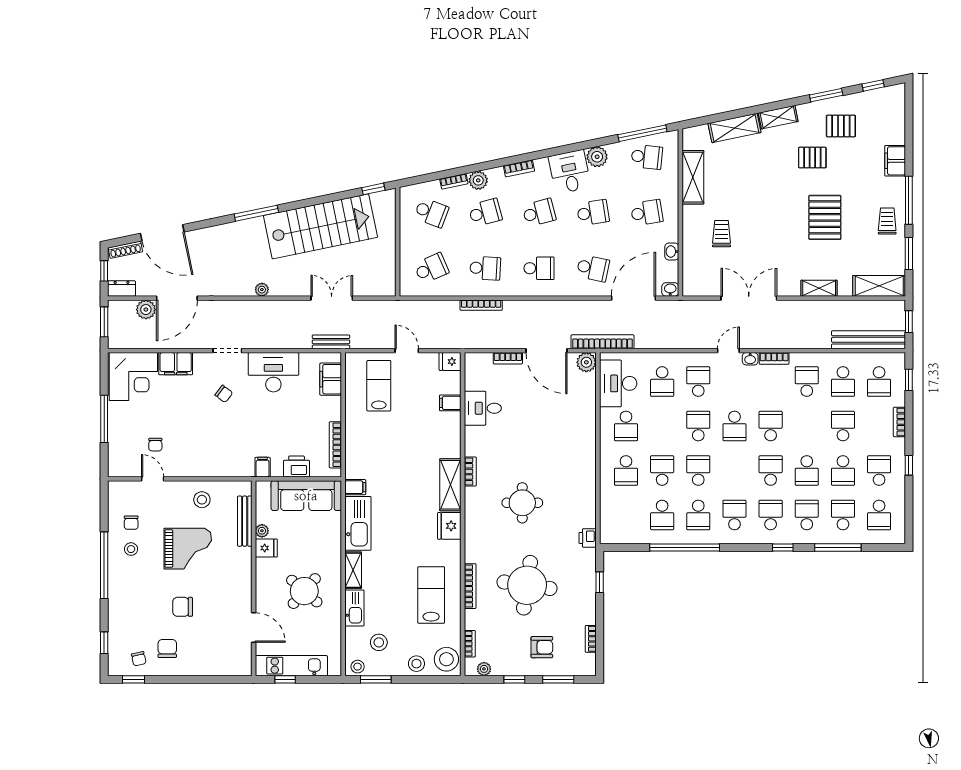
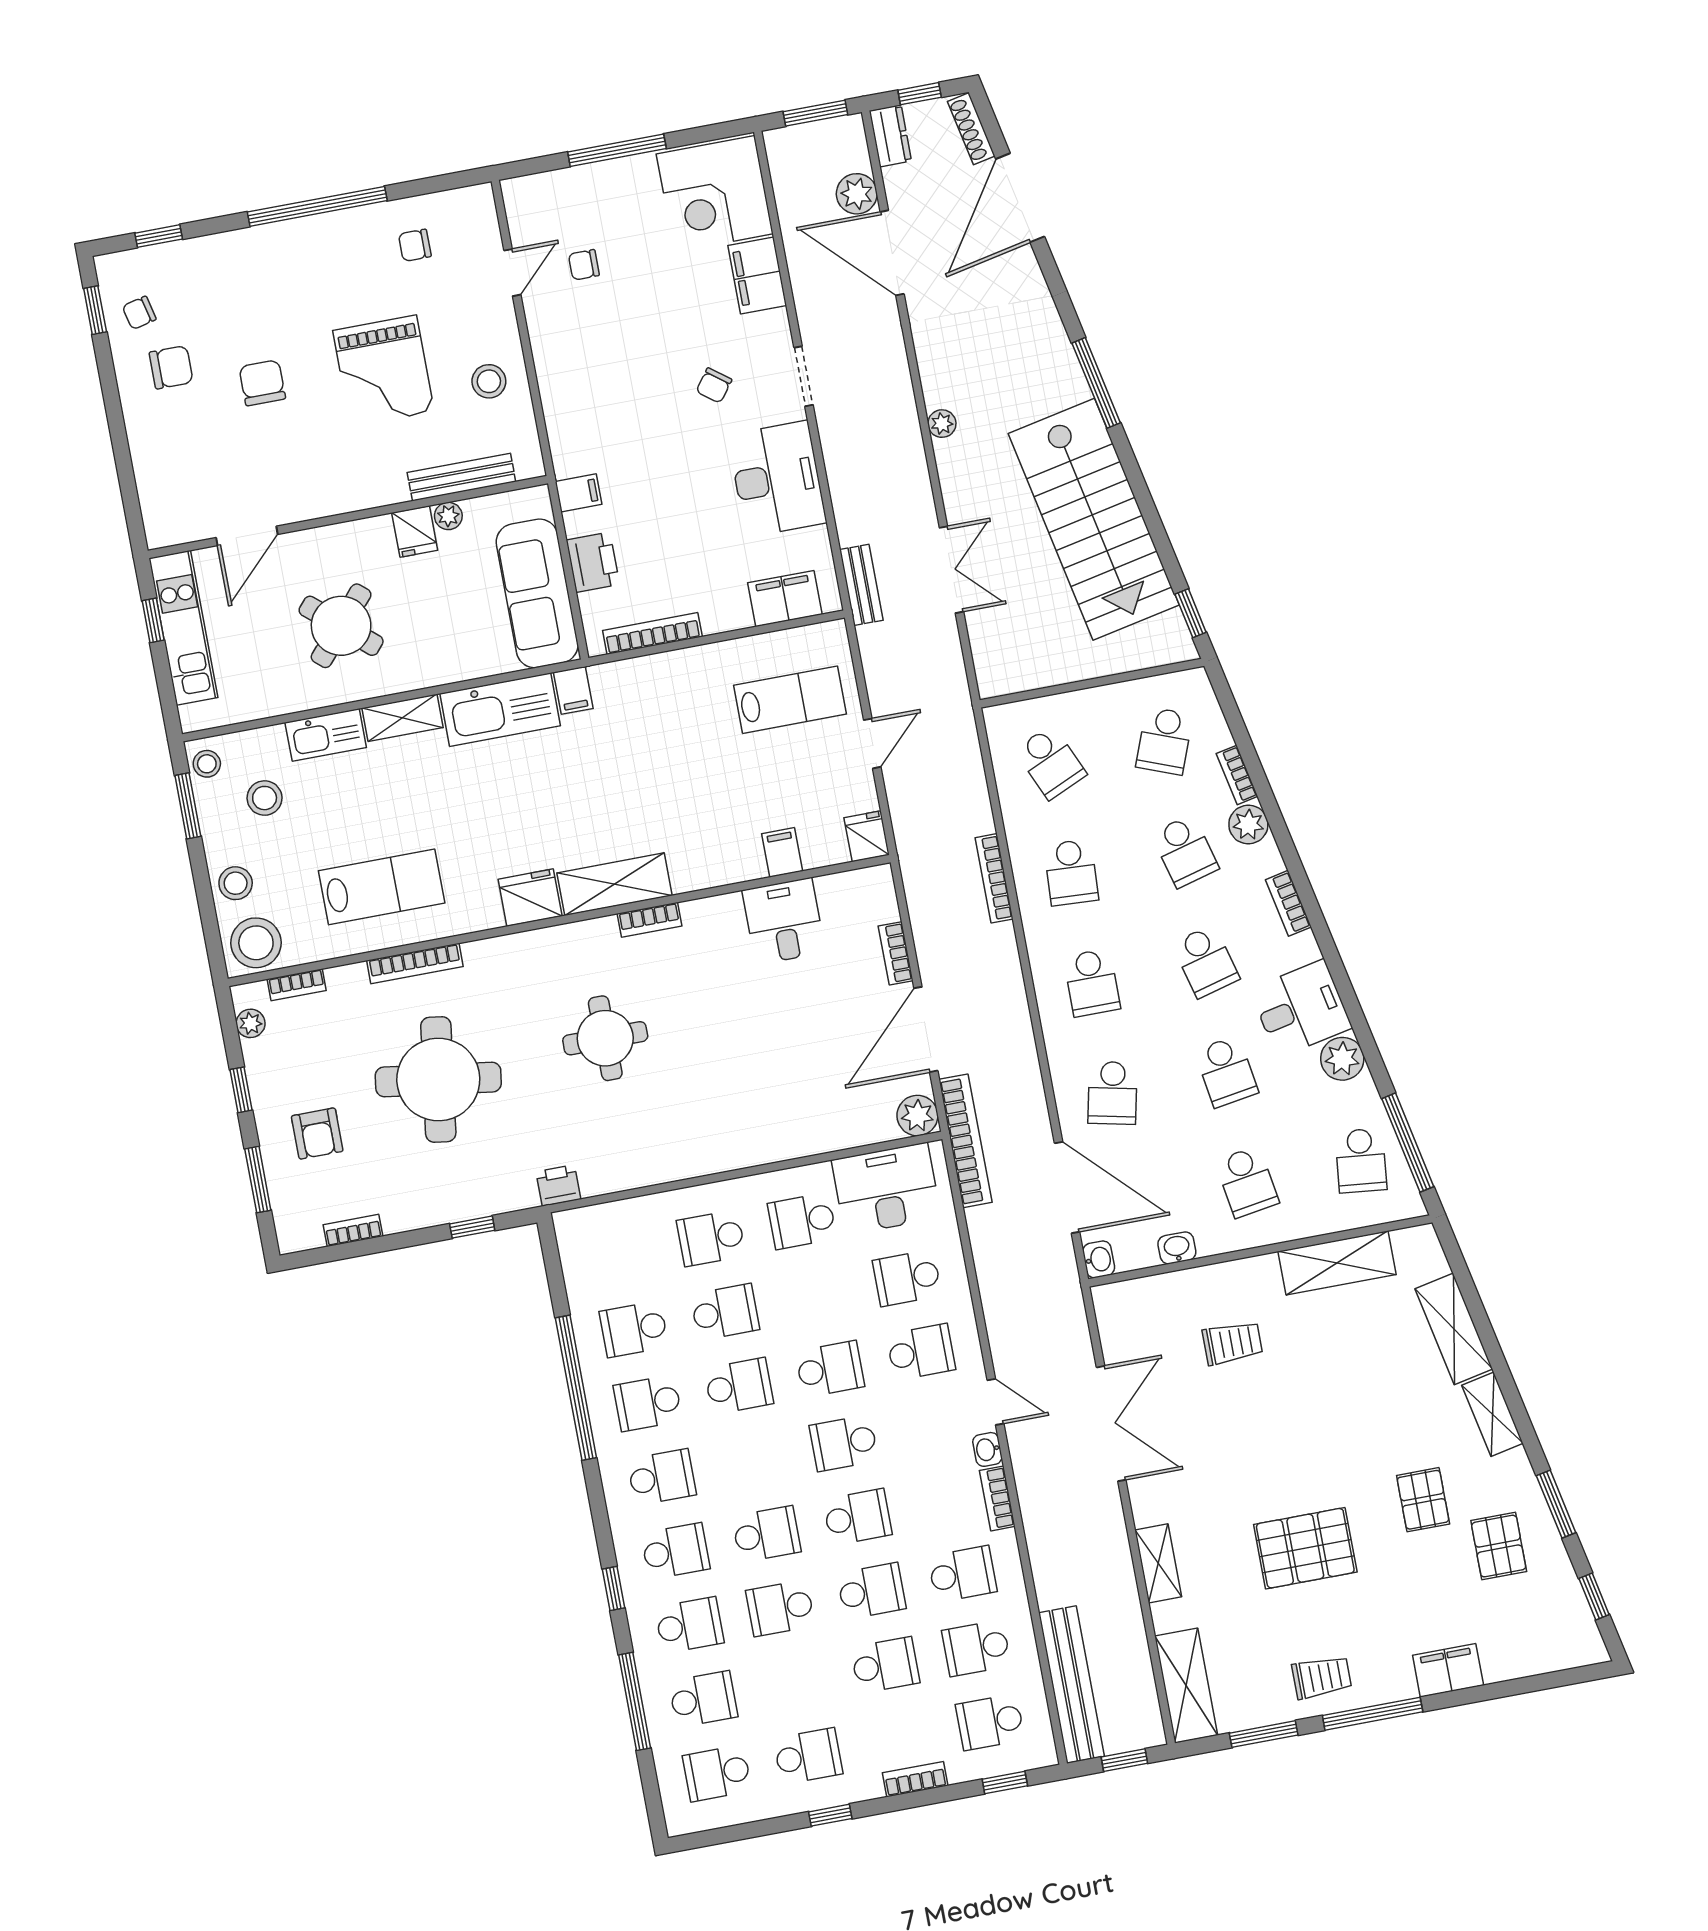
school desk: (843, 470) -> (871, 1591), moved, turned 180
stool: (131, 549) -> (361, 255), removed

